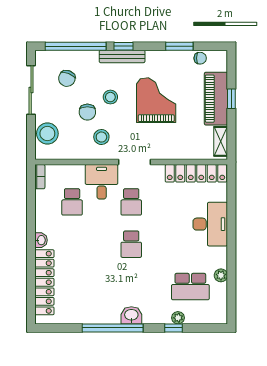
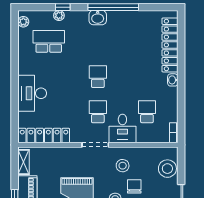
plant: (221, 275) -> (23, 22), moved

